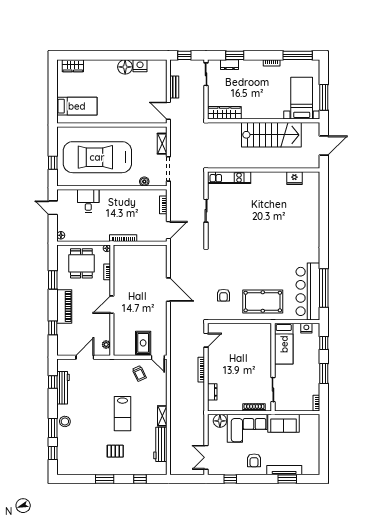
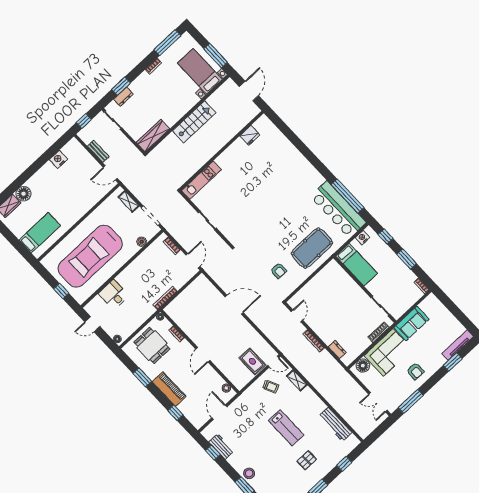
floor lamp: (125, 67) -> (23, 194), moved
stairs: (271, 135) -> (194, 122), width x0.73, depth x0.66
workbench: (63, 388) -> (221, 446), width x0.73
shelving: (162, 416) -> (297, 380), moved
tv unit: (284, 470) -> (458, 345), moved
window: (230, 479) -> (411, 401), width x2.17

